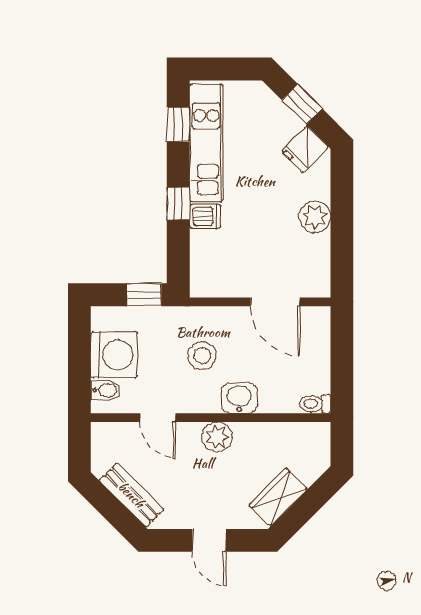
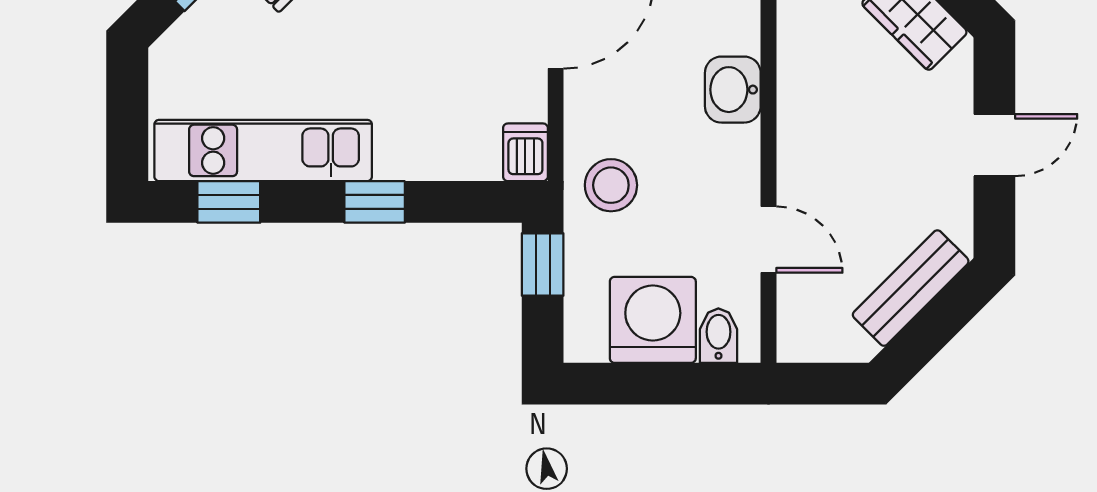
dishwasher: (205, 216) -> (525, 152), moved
stool: (202, 356) -> (611, 185), moved
door: (158, 418) -> (768, 240), hinge flipped
plant: (217, 437) -> (804, 131), removed

